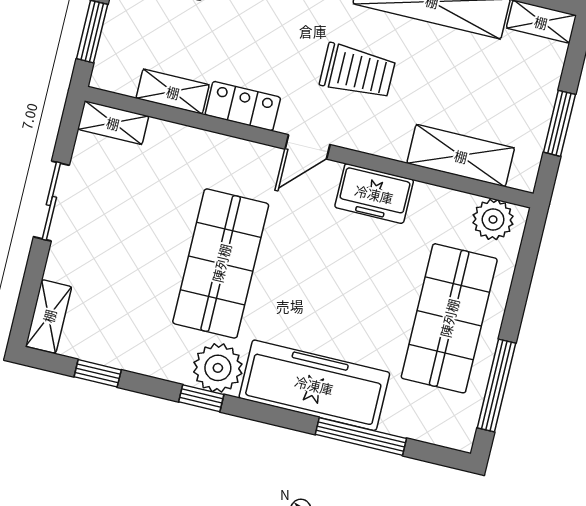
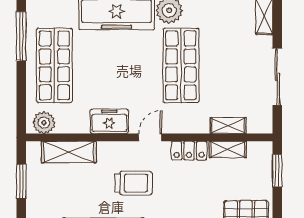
trolley: (358, 71) -> (133, 183), turned 180
shelving: (113, 123) -> (228, 126), moved
sliding door: (51, 201) -> (277, 77), width x1.37

